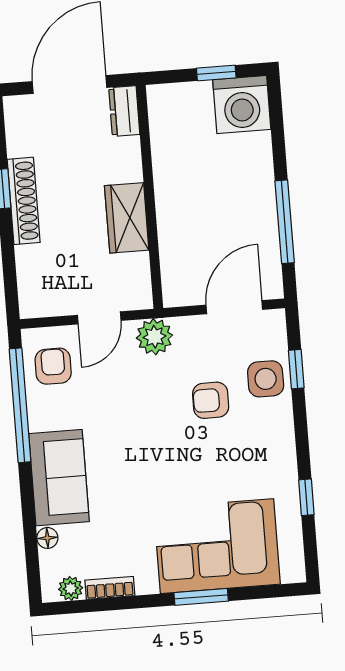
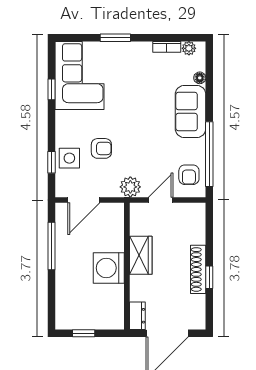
washing machine: (242, 105) -> (109, 268), moved, turned -90
corner sofa: (217, 546) -> (80, 75), moved, turned -90

